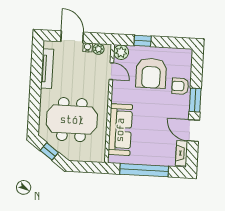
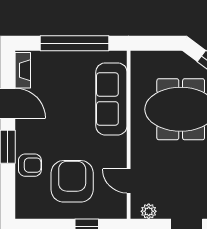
water cooler: (88, 47) -> (164, 213), removed
plant: (121, 52) -> (116, 209), removed

